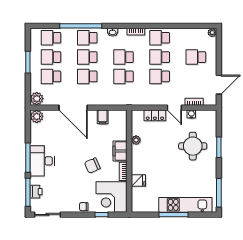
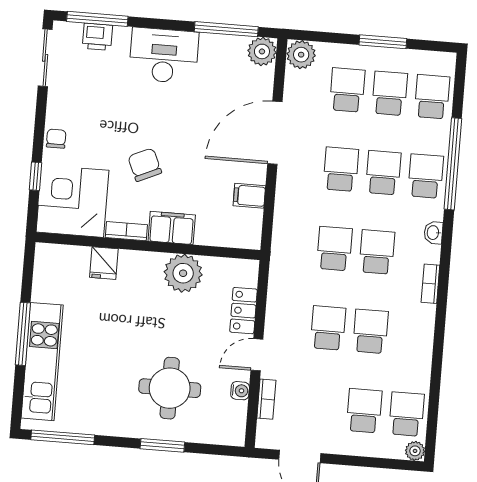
school desk: (160, 38) -> (407, 414), moved
plant: (136, 140) -> (183, 273), width x1.88, depth x1.88
window: (28, 158) -> (226, 29), moved

